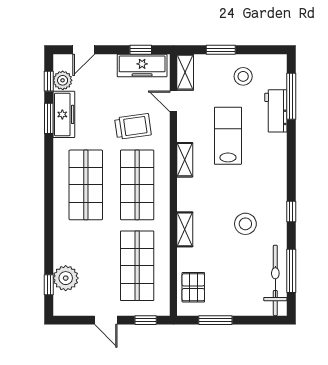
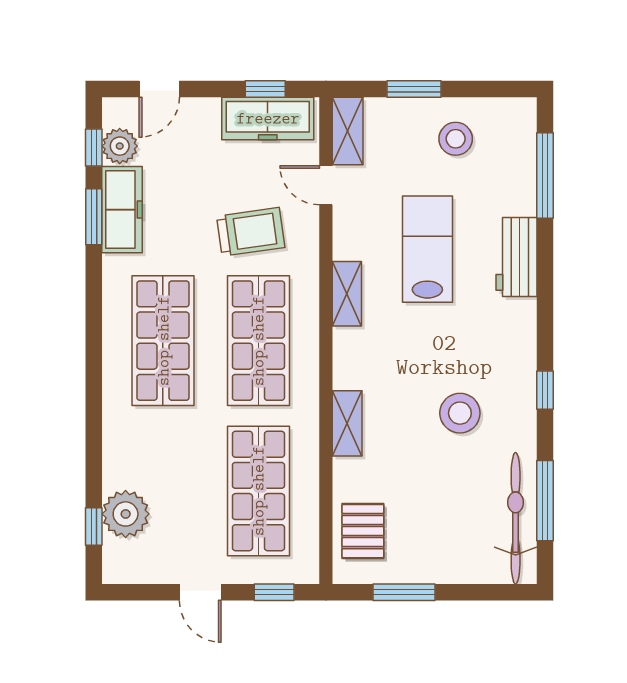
workbench: (276, 111) -> (516, 257), moved

